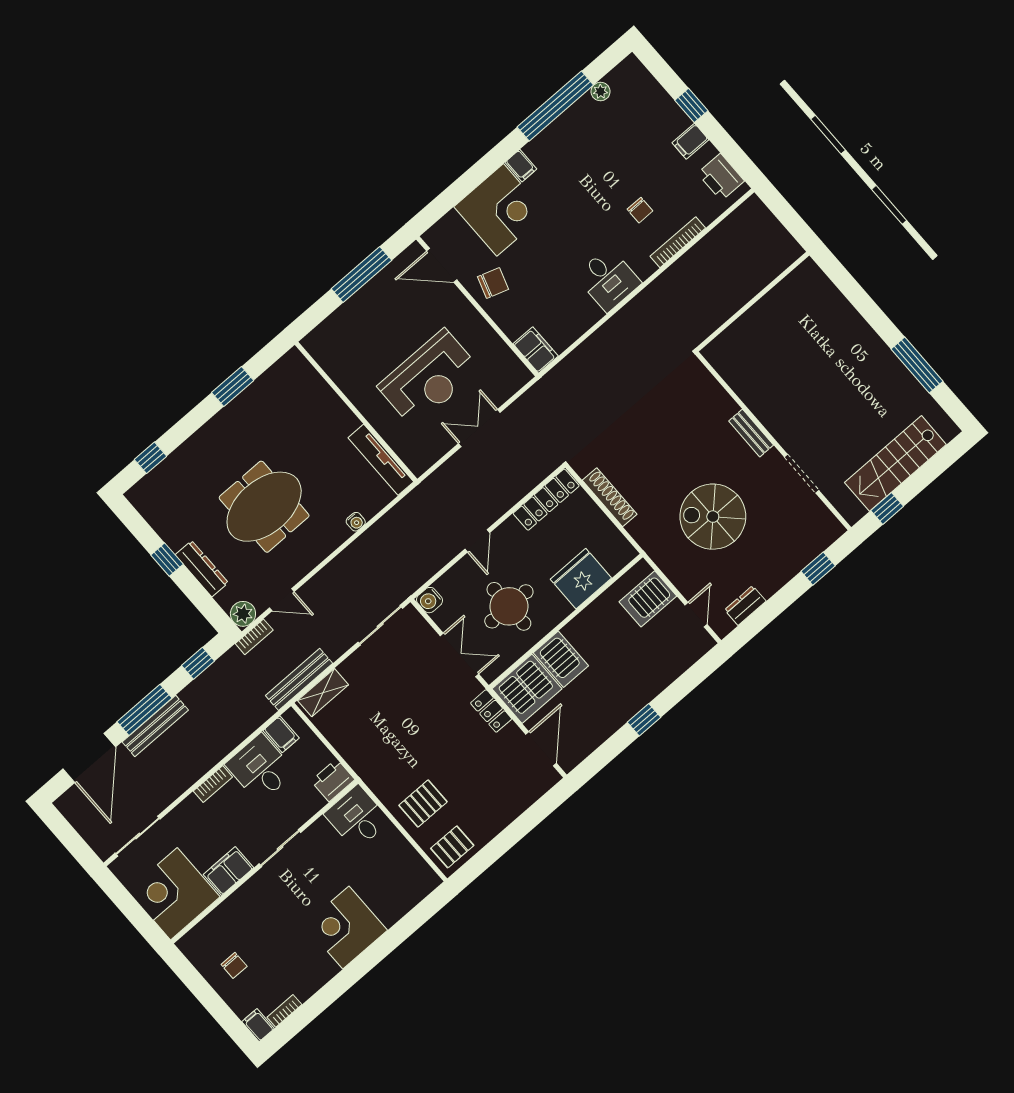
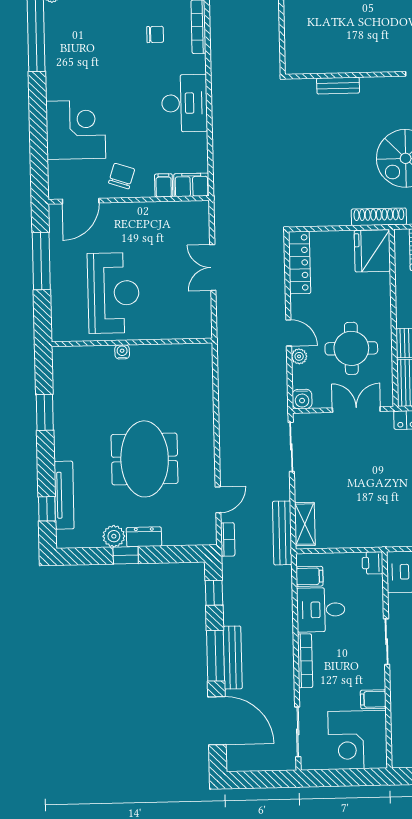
filing cabinet: (521, 166) -> (164, 185), moved, turned -90
desk: (608, 279) -> (185, 103), width x1.37
reception desk: (429, 378) -> (113, 293), moved
bench: (751, 433) -> (338, 86), moved
tv unit: (381, 460) -> (64, 495), moved, turned -90
shoe rack: (610, 497) -> (379, 217), moved
water cooler: (356, 522) -> (122, 352), moved, turned -90
plant: (464, 567) -> (299, 356), added
dresser: (202, 569) -> (144, 537), width x0.70
fridge: (581, 579) -> (372, 251), moved
plant: (243, 614) -> (114, 536), moved
printer: (333, 780) -> (373, 563), width x0.73, depth x0.81
bookcase: (213, 784) -> (305, 661), width x1.56
filing cabinet: (228, 871) -> (373, 699), width x0.50

